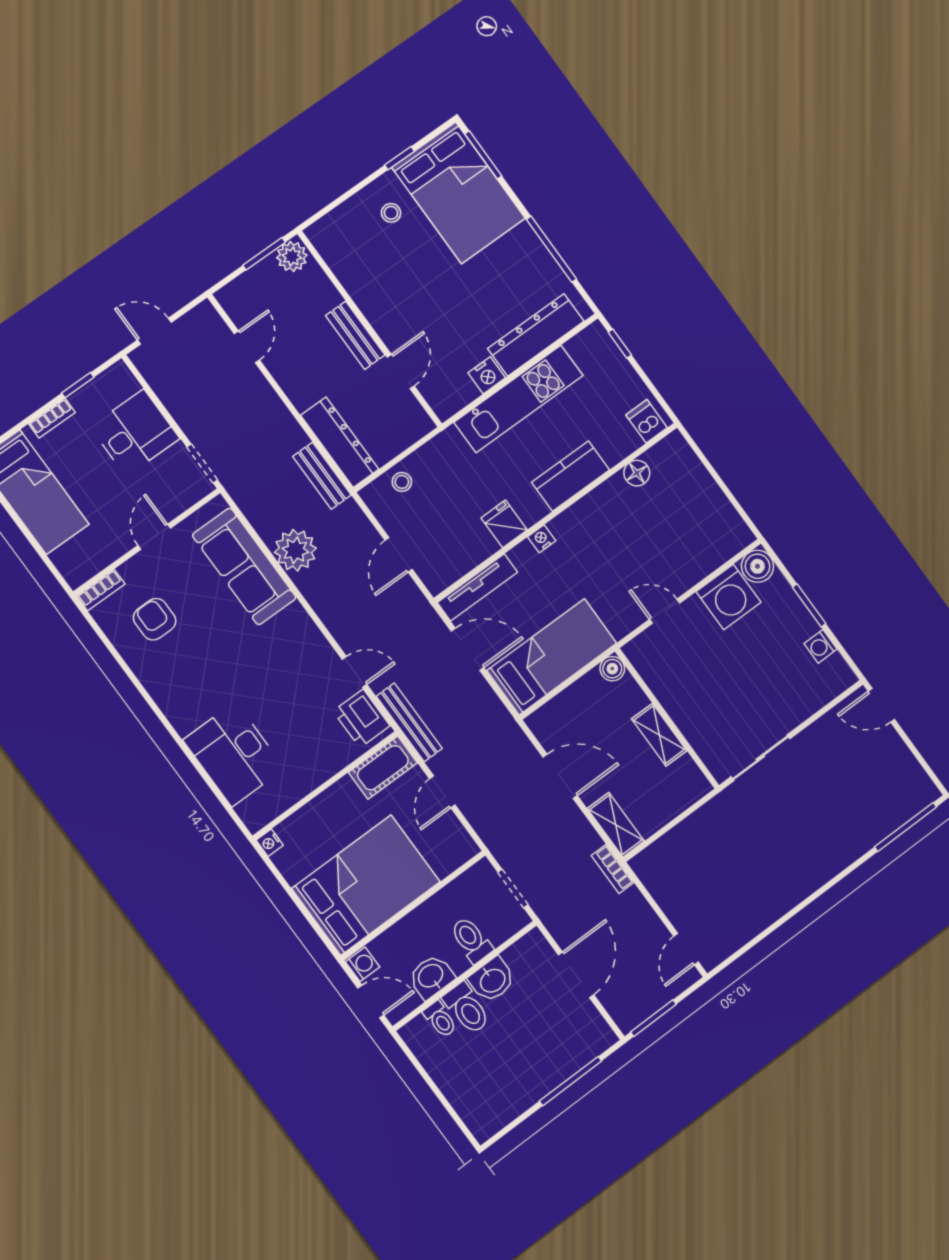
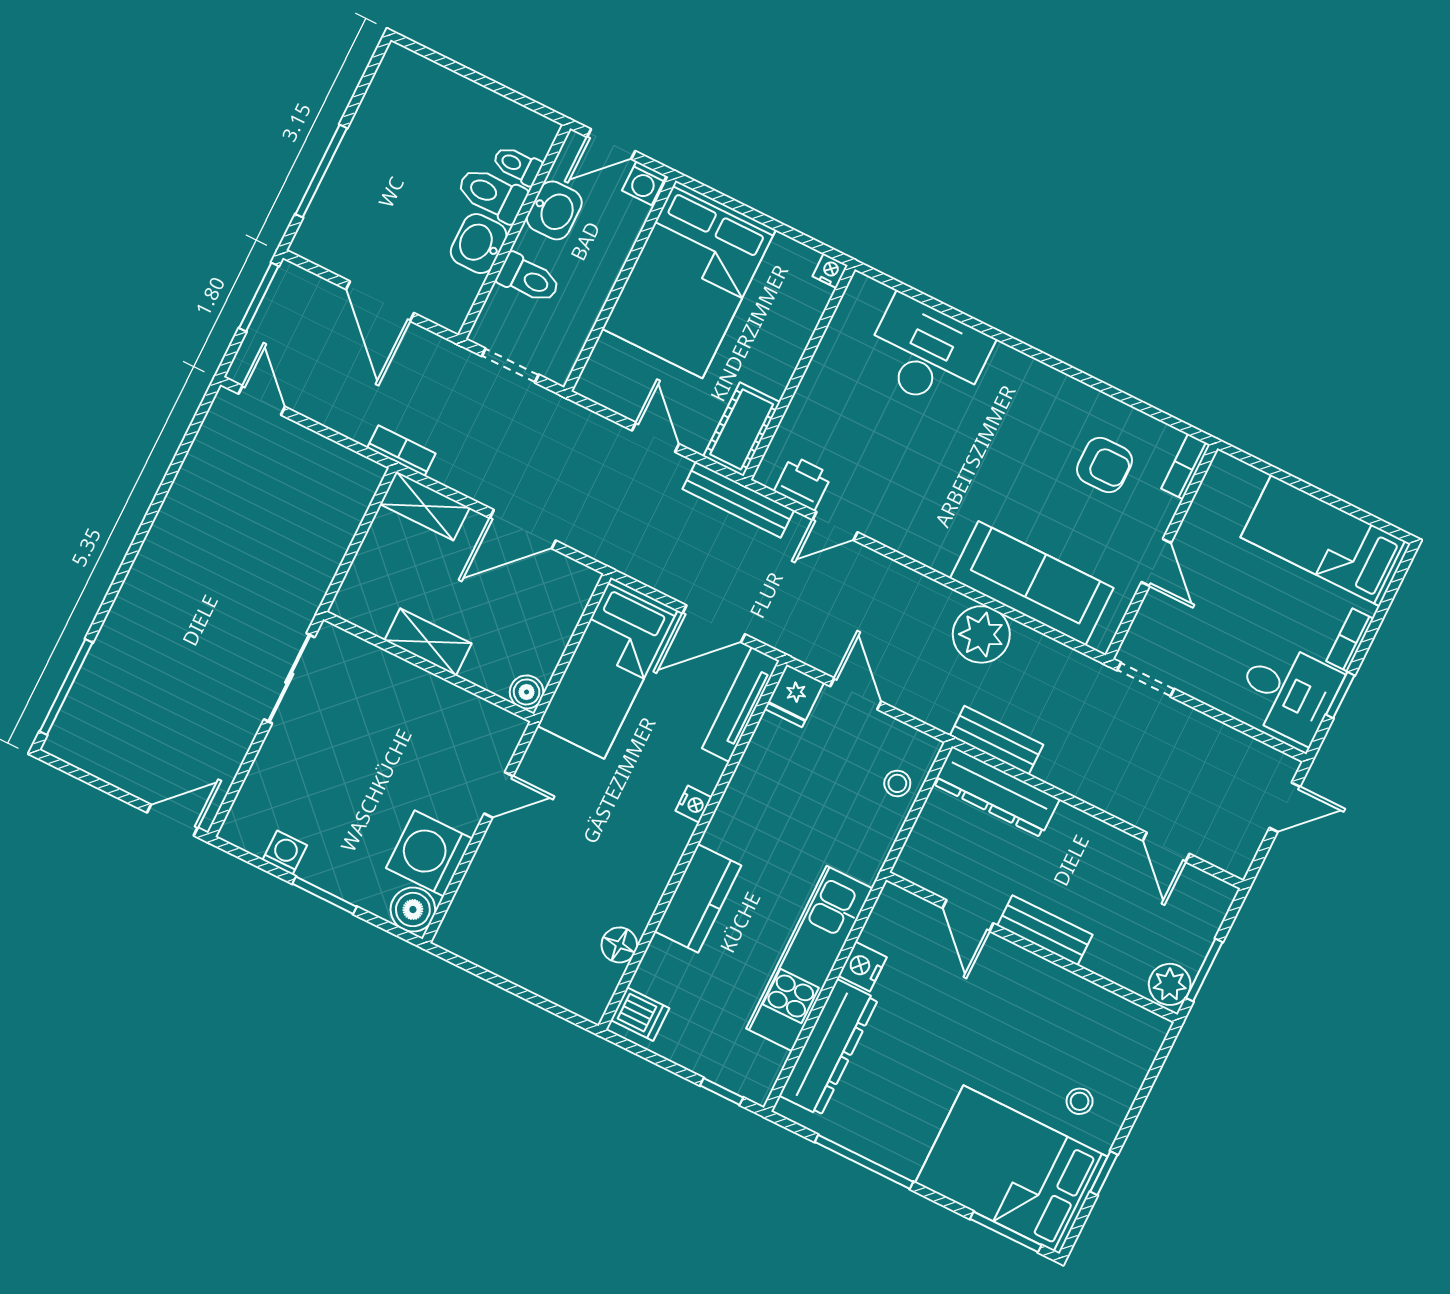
desk: (135, 433) -> (1288, 692), moved, turned -90
fridge: (504, 524) -> (794, 696), moved, turned 90
printer: (362, 718) -> (803, 483), width x0.73, depth x0.81

